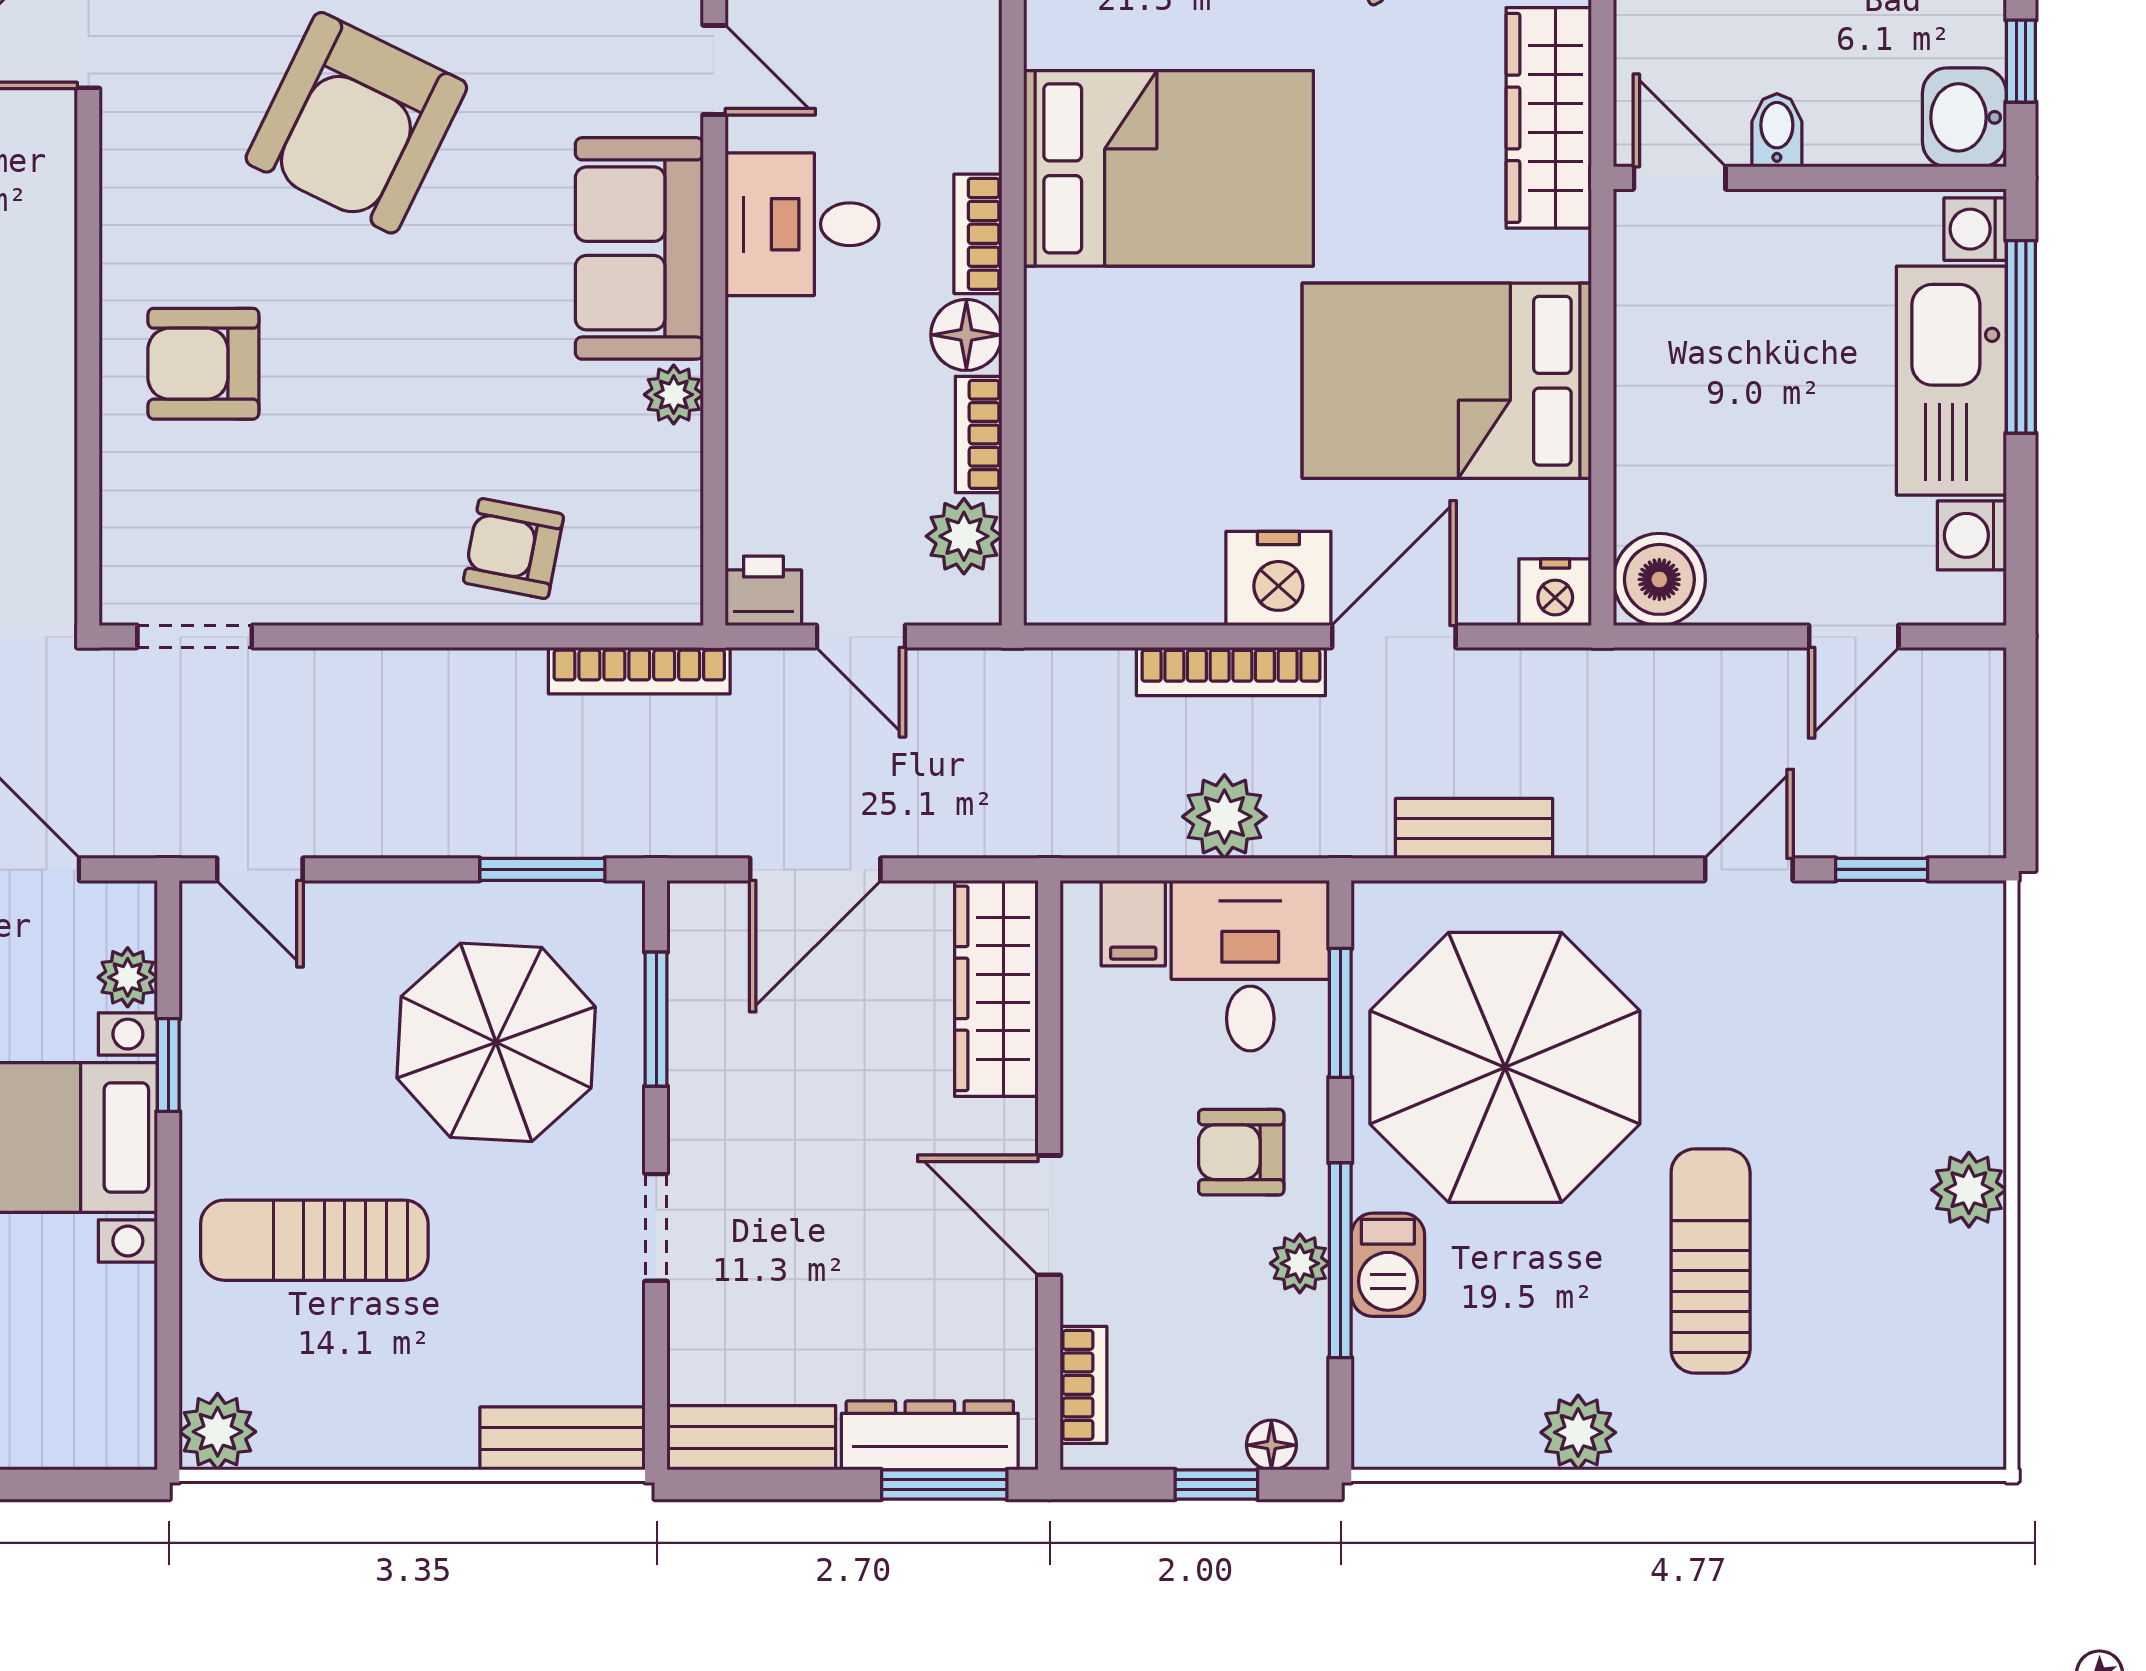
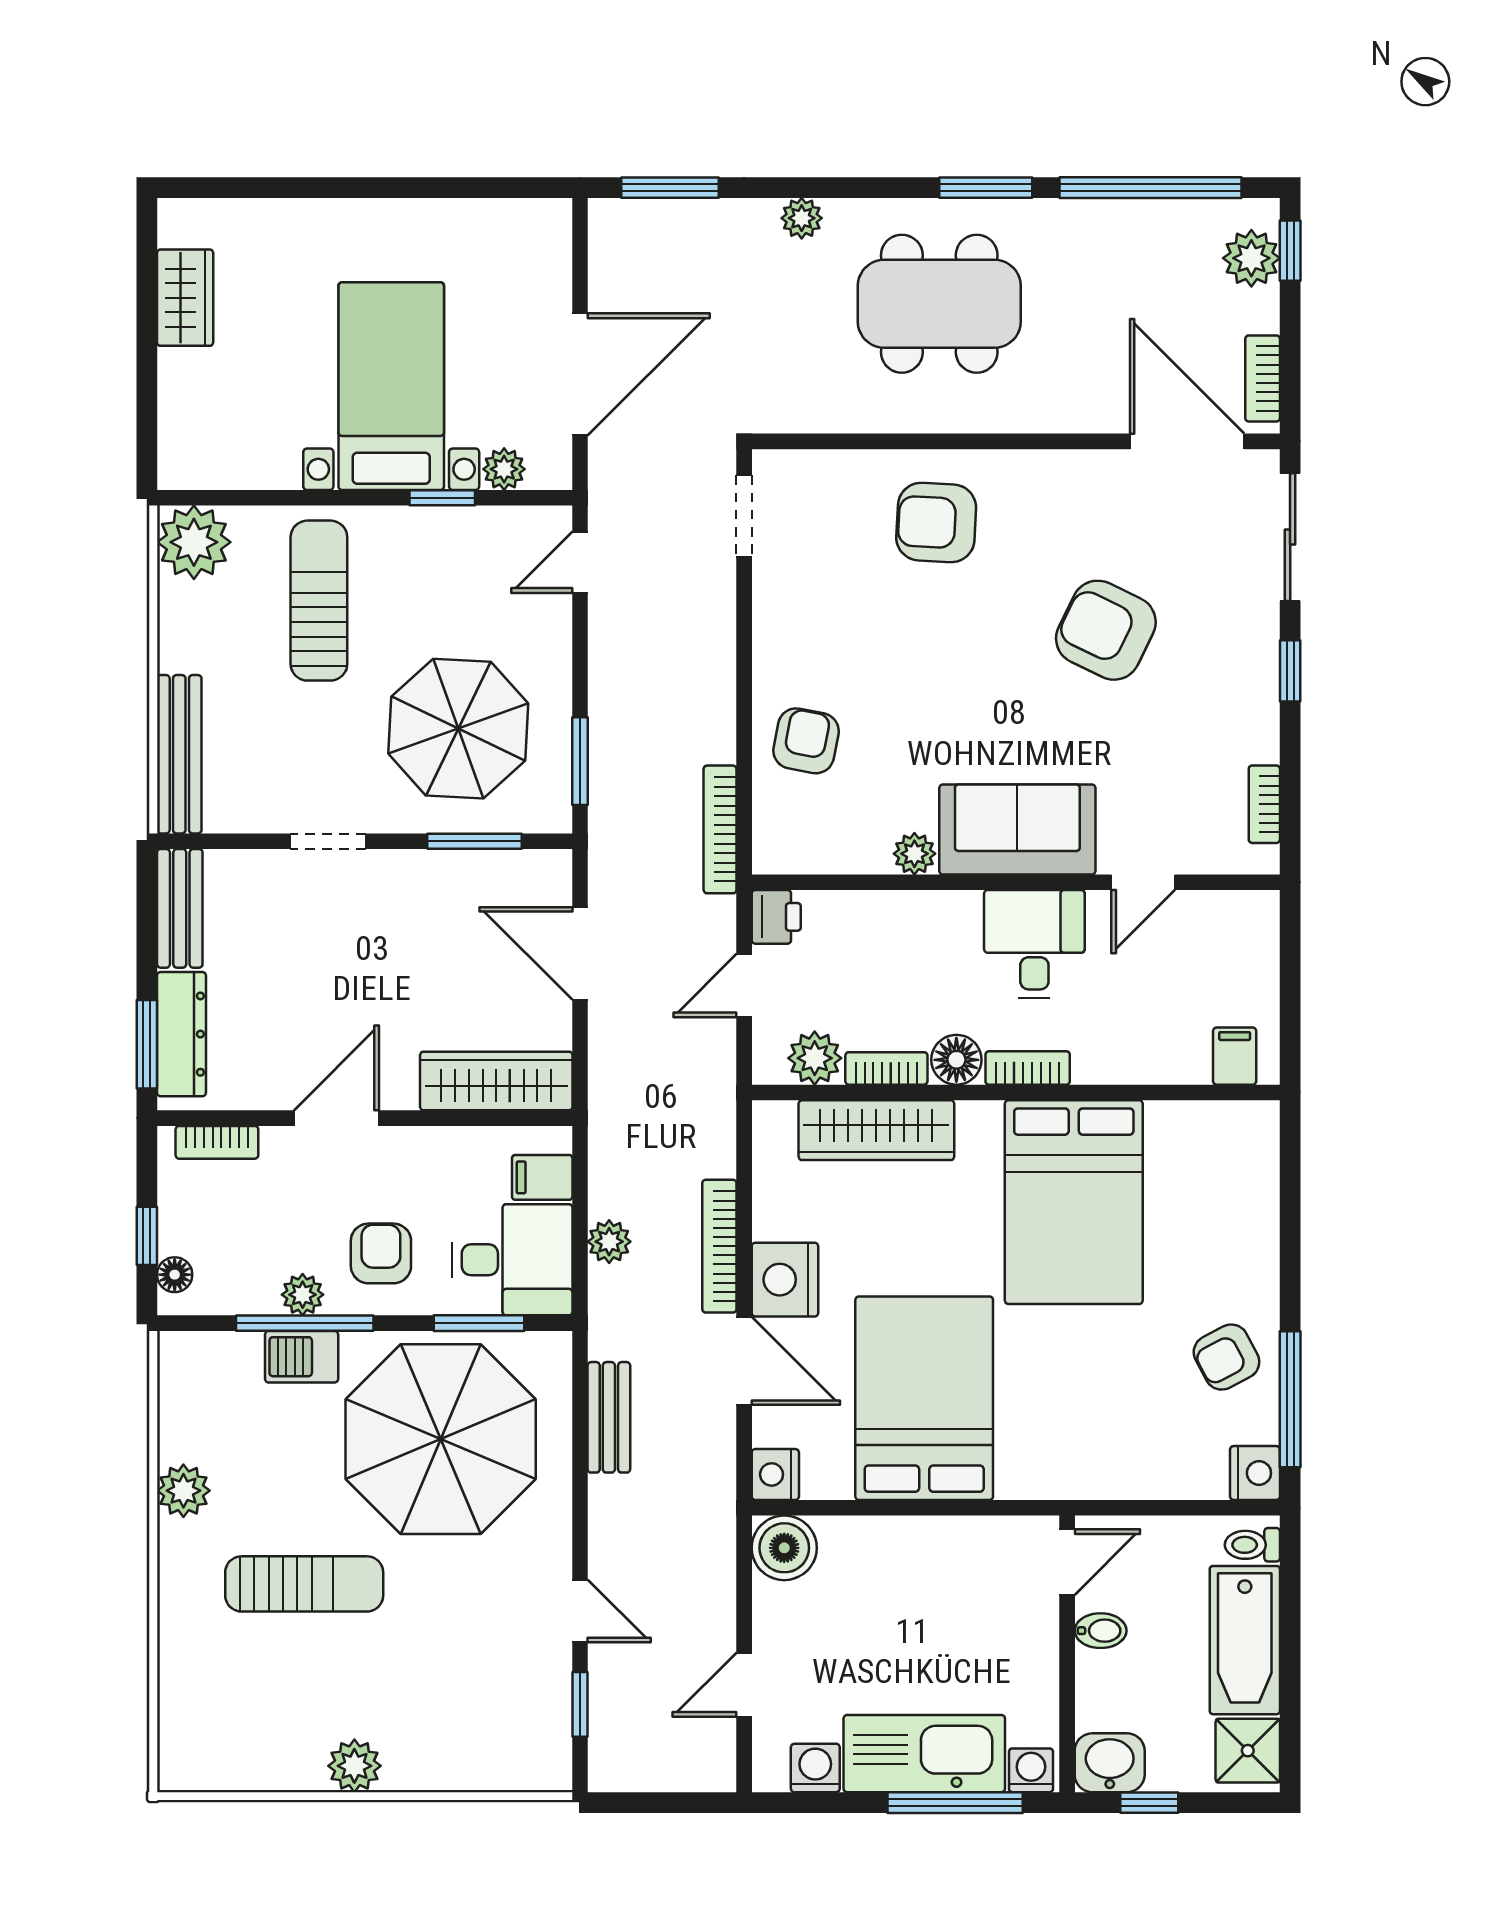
wardrobe: (1549, 118) -> (876, 1130), moved, turned 180
armchair: (356, 123) -> (1106, 630), width x0.73, depth x0.73
armchair: (203, 364) -> (936, 522), turned -87
door: (1854, 636) -> (744, 1685), hinge flipped
plant: (1224, 817) -> (609, 1242), width x0.73, depth x0.73
plant: (218, 1432) -> (194, 542), width x1.36, depth x1.36
bench: (563, 1438) -> (179, 754), width x1.36

